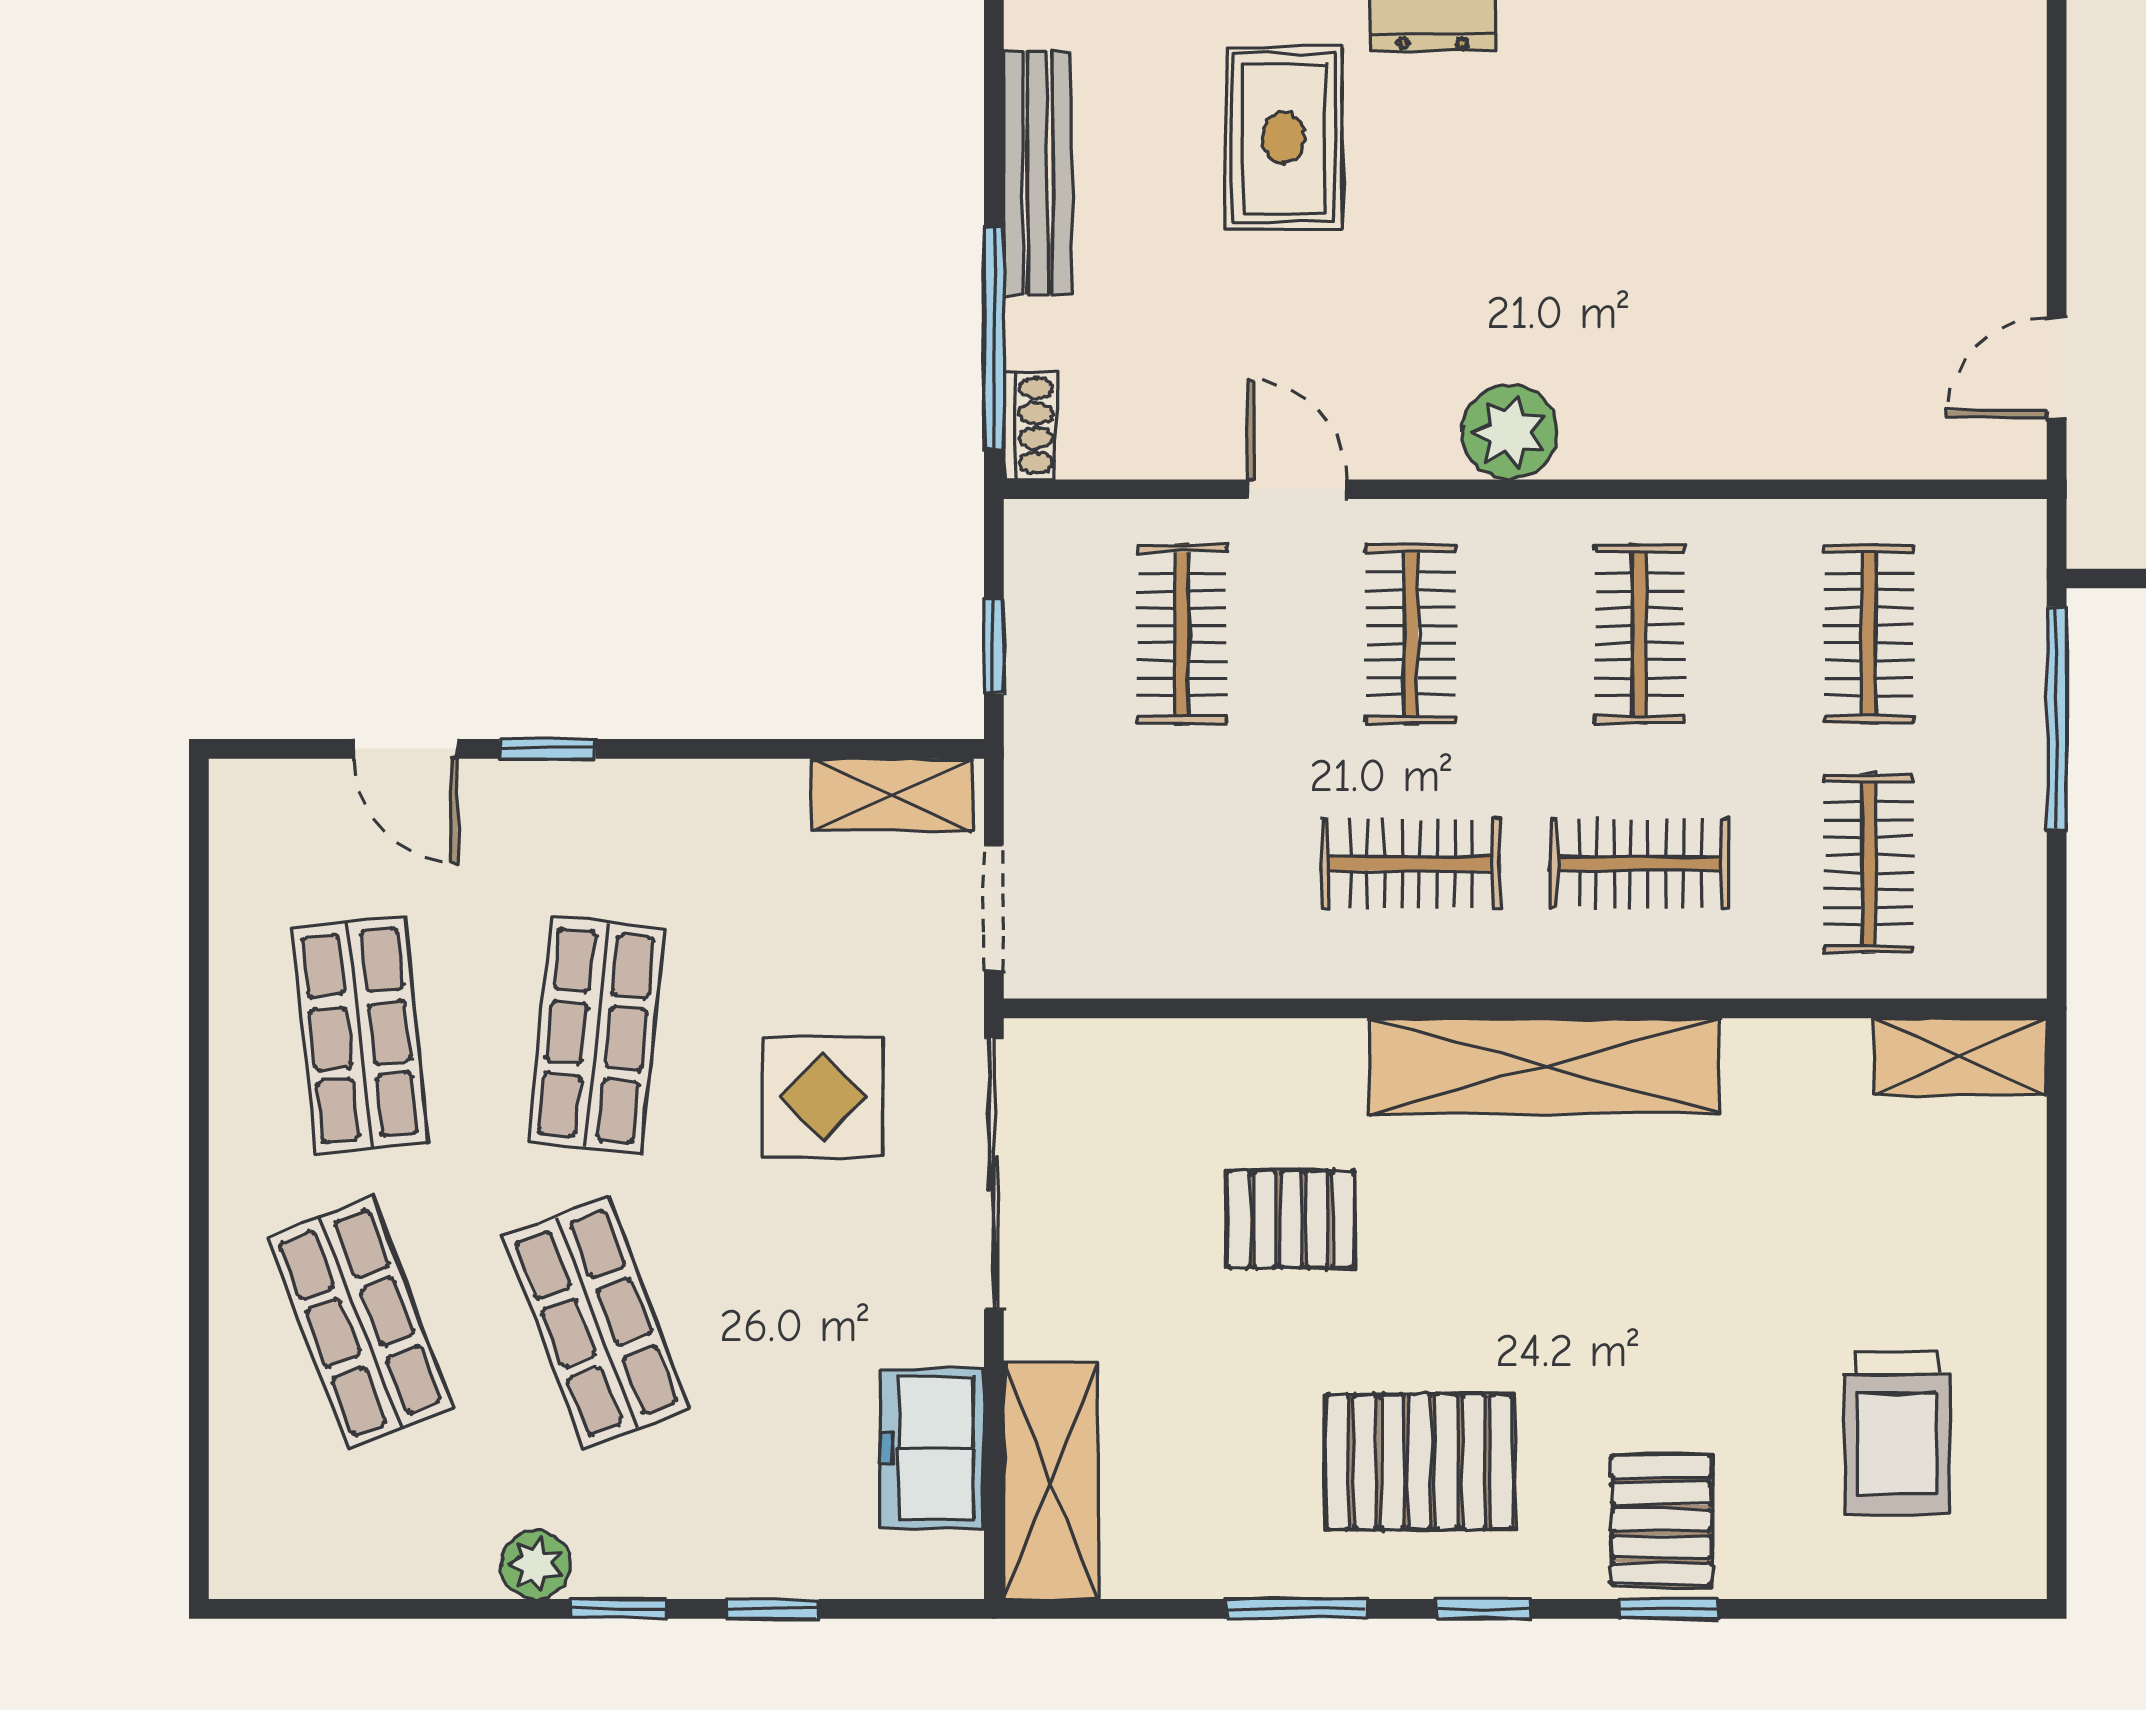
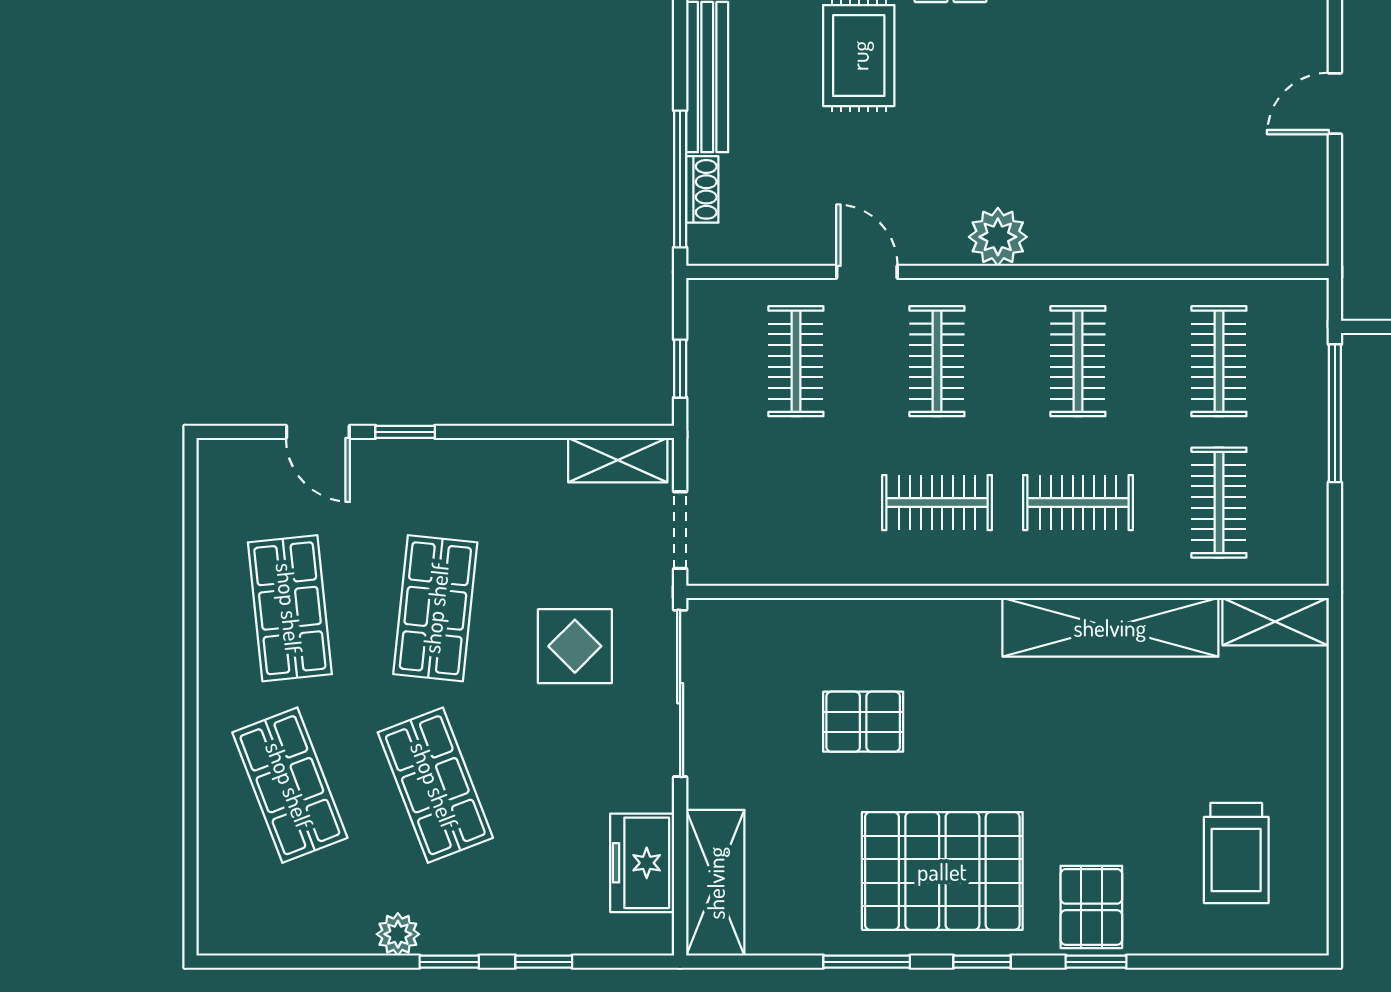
door: (2057, 368) -> (1335, 103), moved
shoe rack: (1030, 426) -> (702, 189), moved
shelving: (1545, 1066) -> (1110, 627), moved
pallet: (1419, 1462) -> (942, 871), width x1.37, depth x1.41

